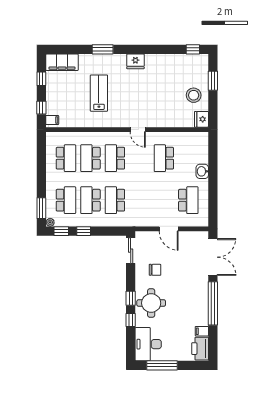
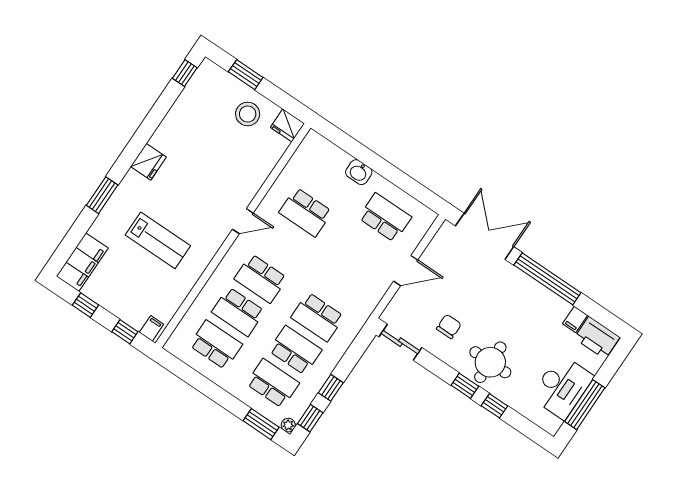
lab bench: (99, 93) -> (158, 240), turned 180
school desk: (90, 200) -> (295, 350), turned 180
desk: (148, 344) -> (562, 387), moved, turned -90

